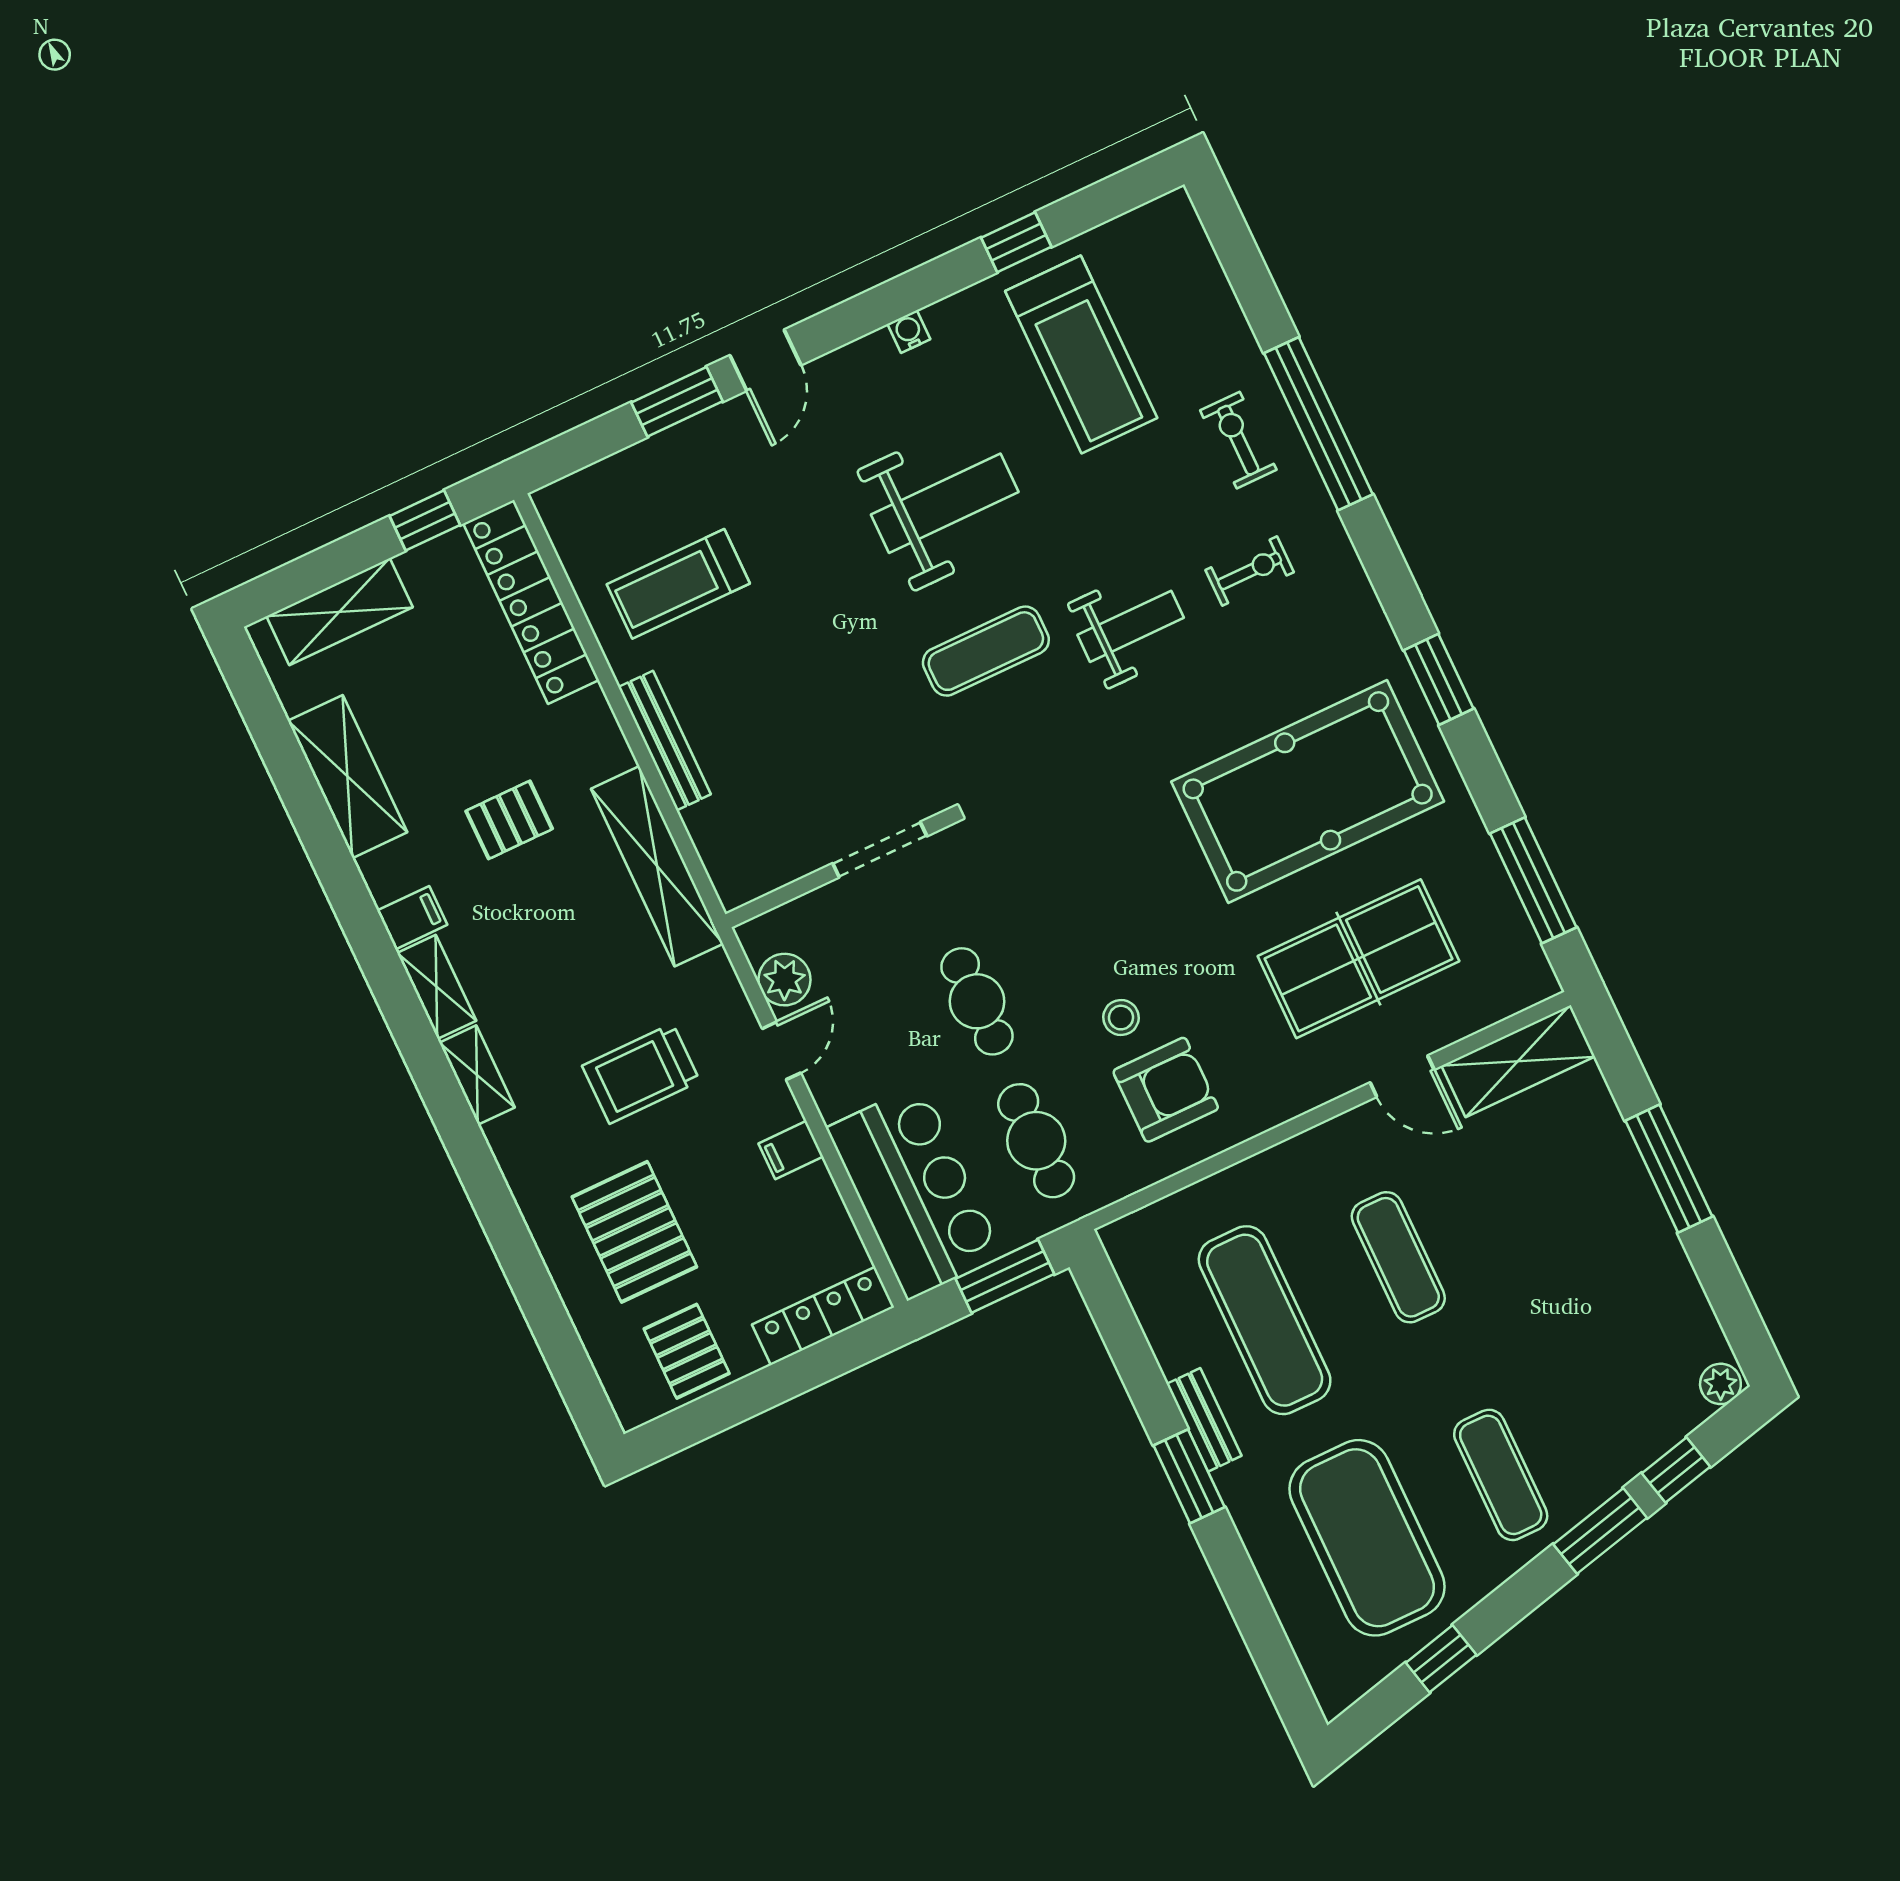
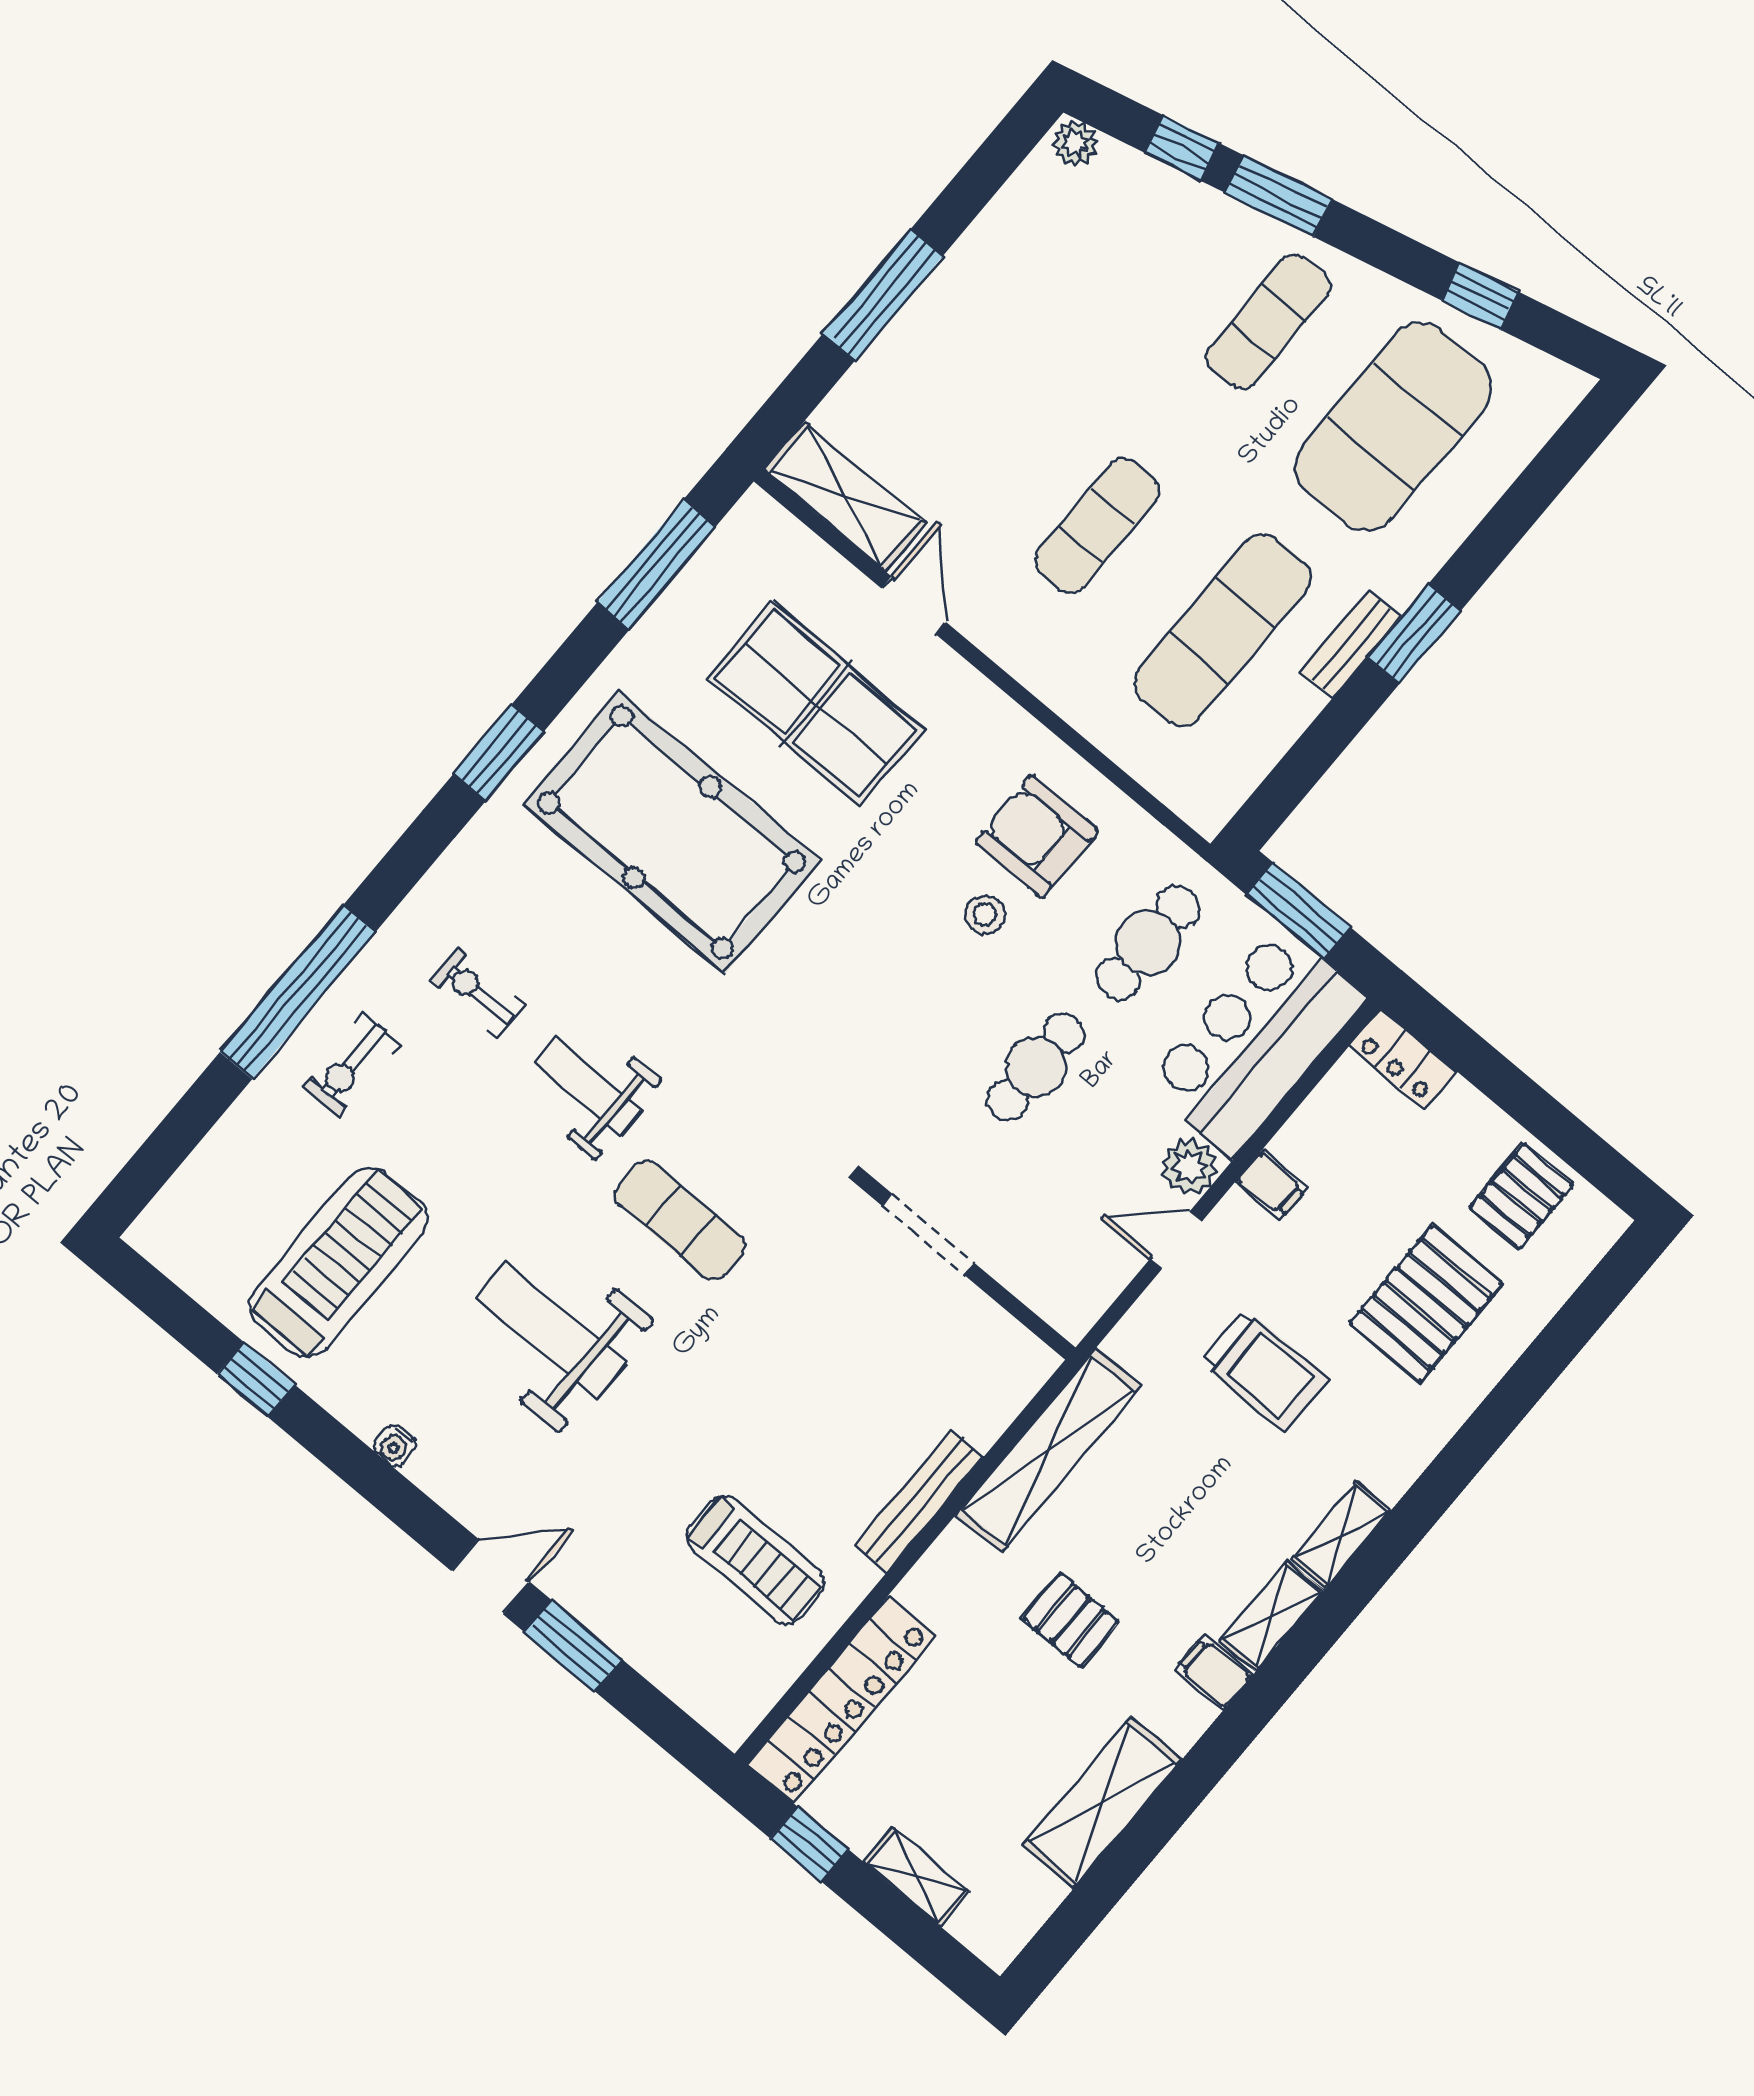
shelving: (340, 612) -> (916, 1877), width x0.67, depth x0.75
plant: (785, 980) -> (1190, 1167), moved
locker: (823, 1316) -> (1403, 1059), width x0.66

